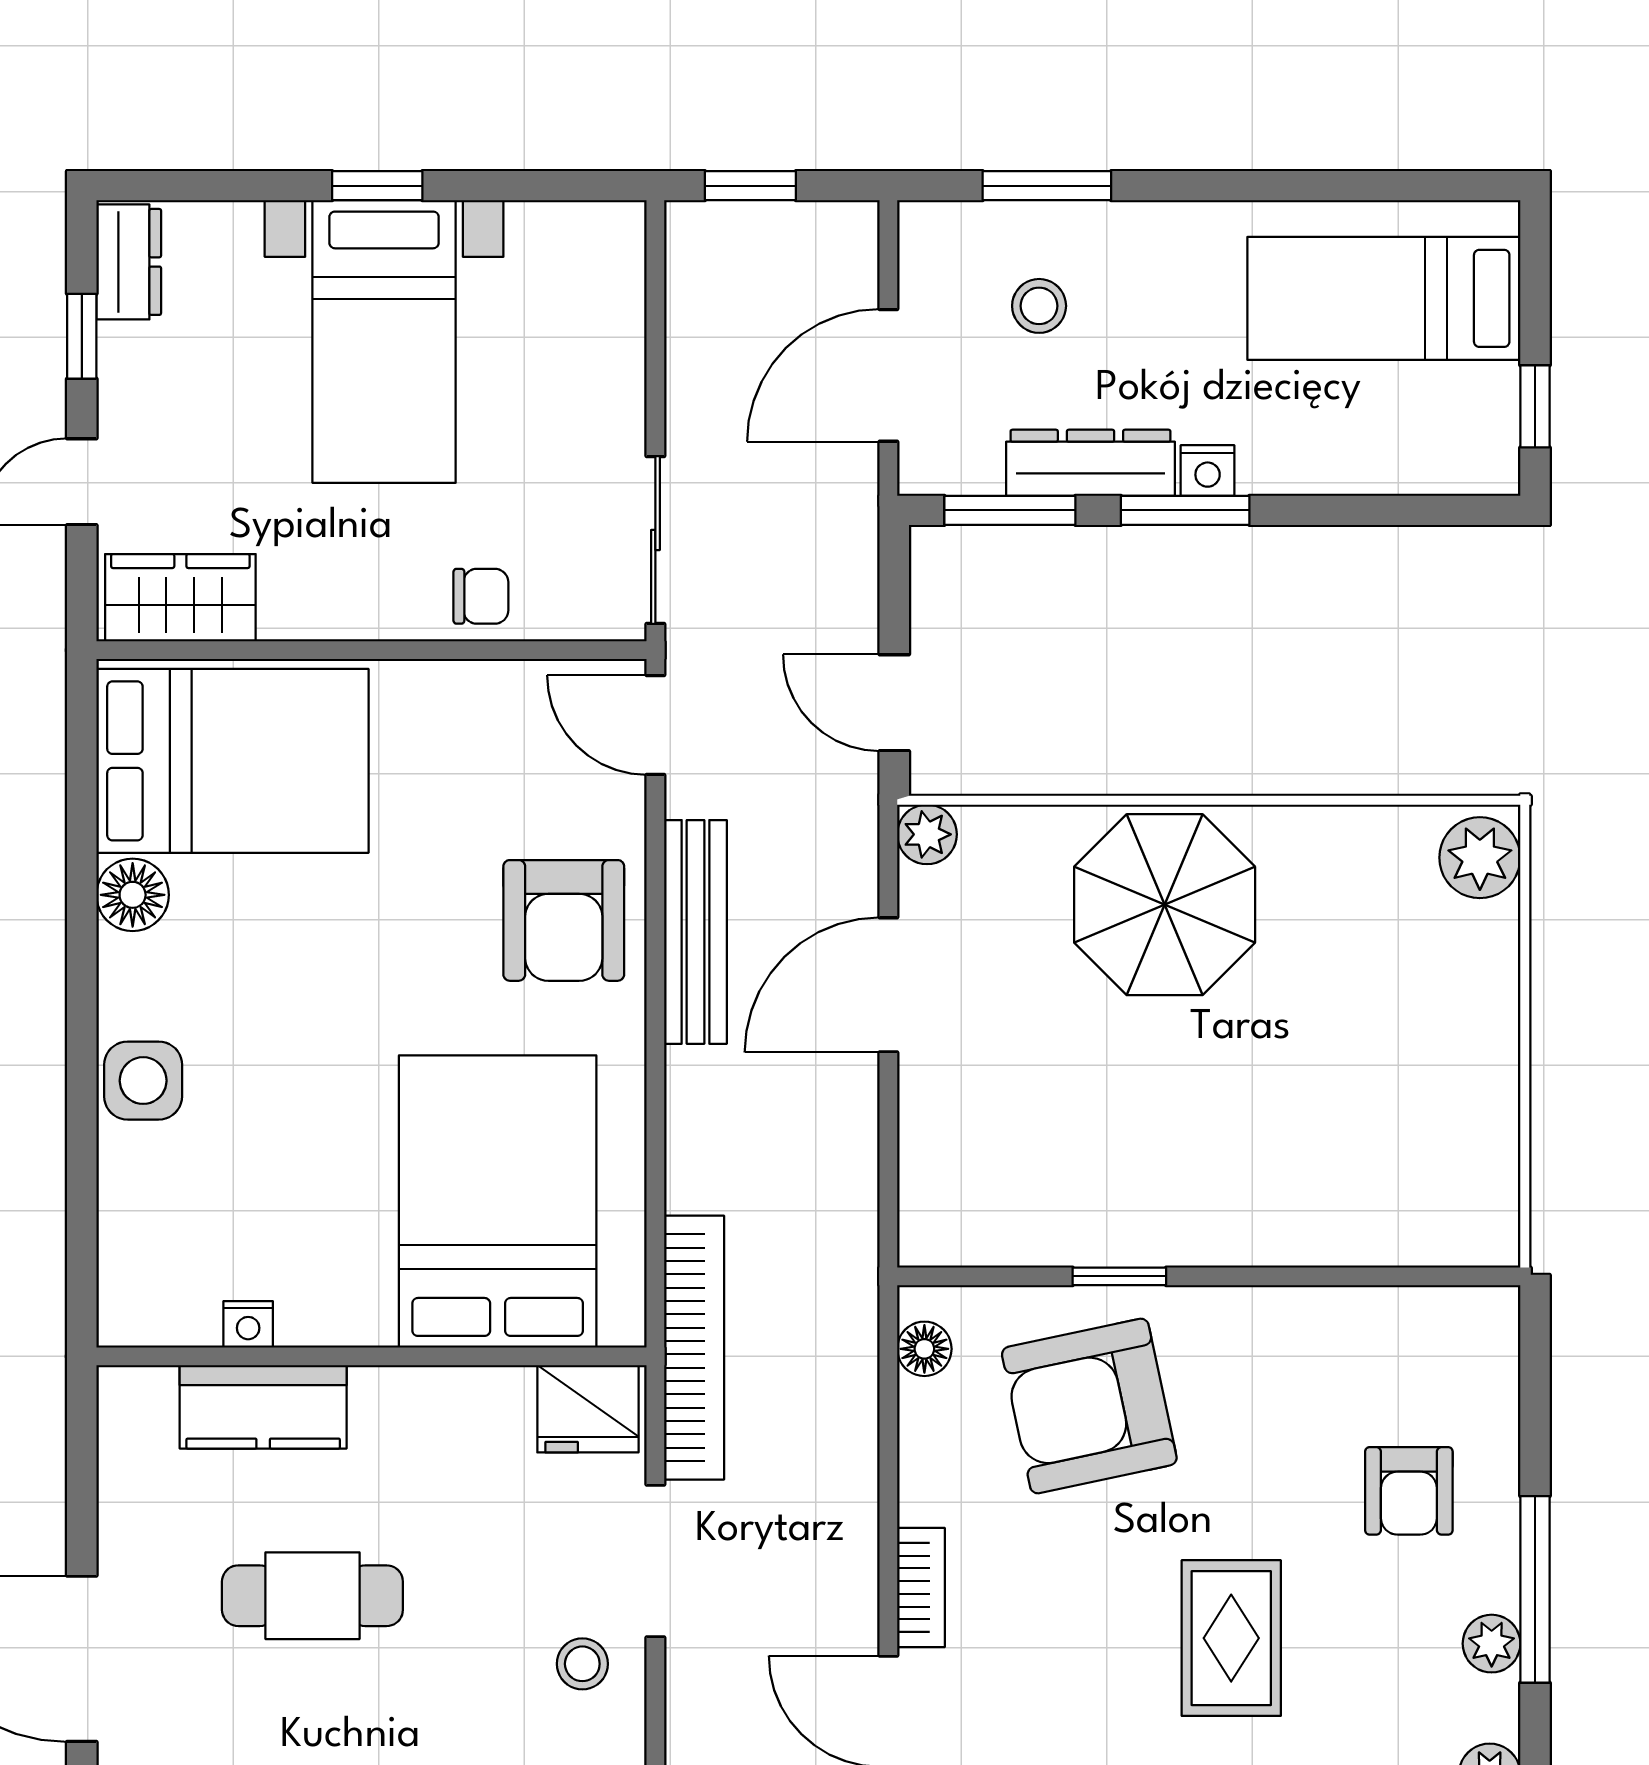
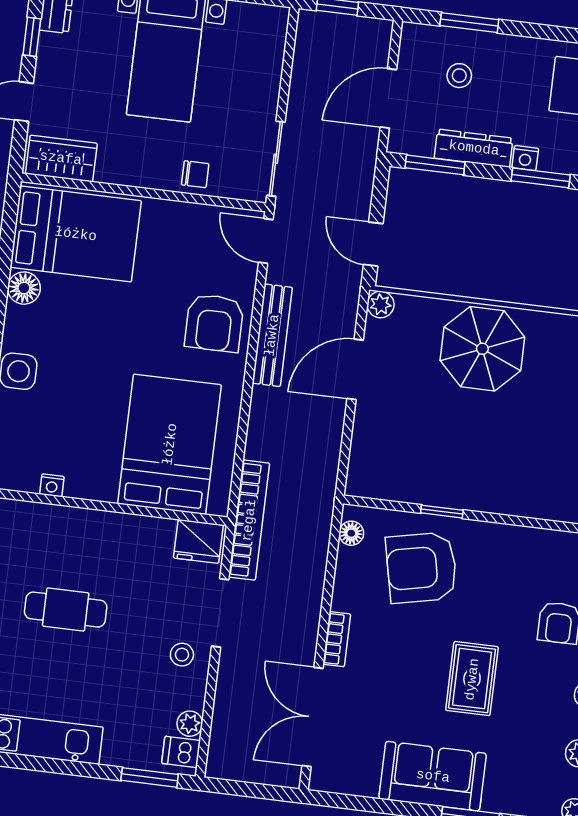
window: (1185, 510) -> (541, 178), moved
kitchen counter: (263, 1407) -> (54, 523), removed

